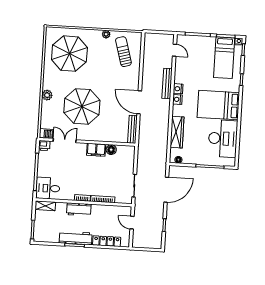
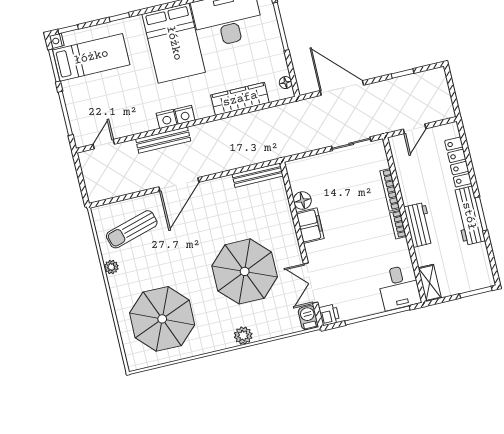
door: (139, 102) -> (179, 185), moved

